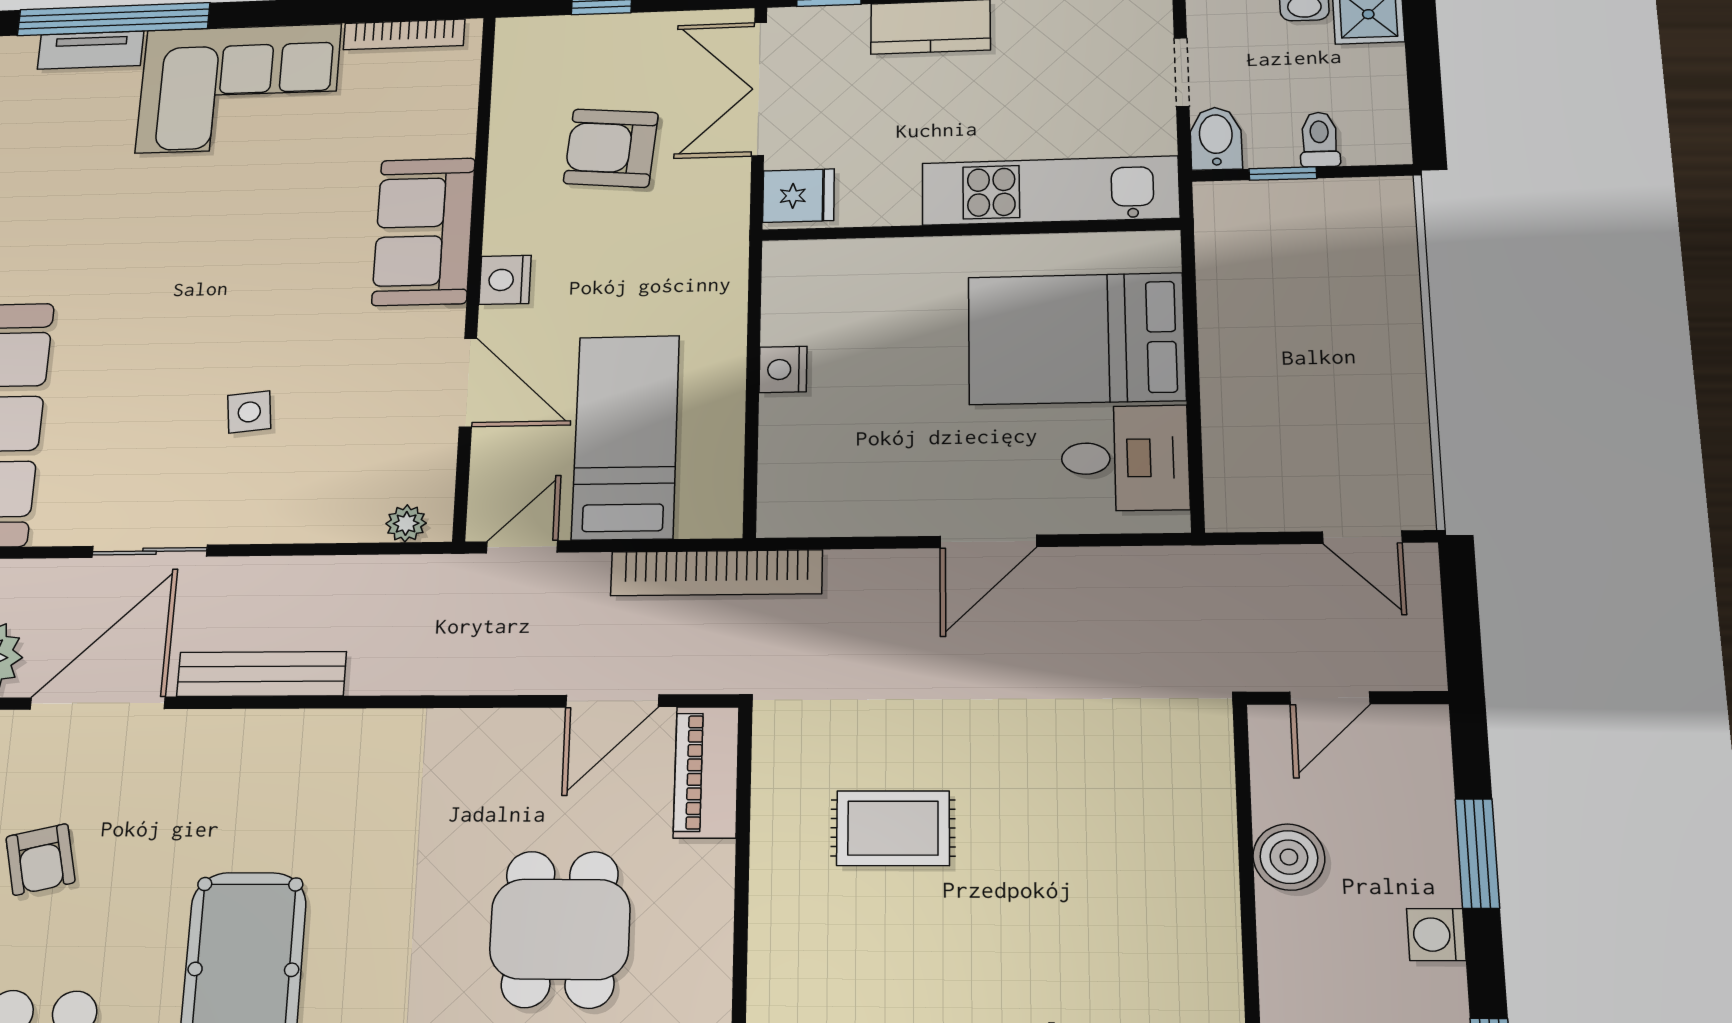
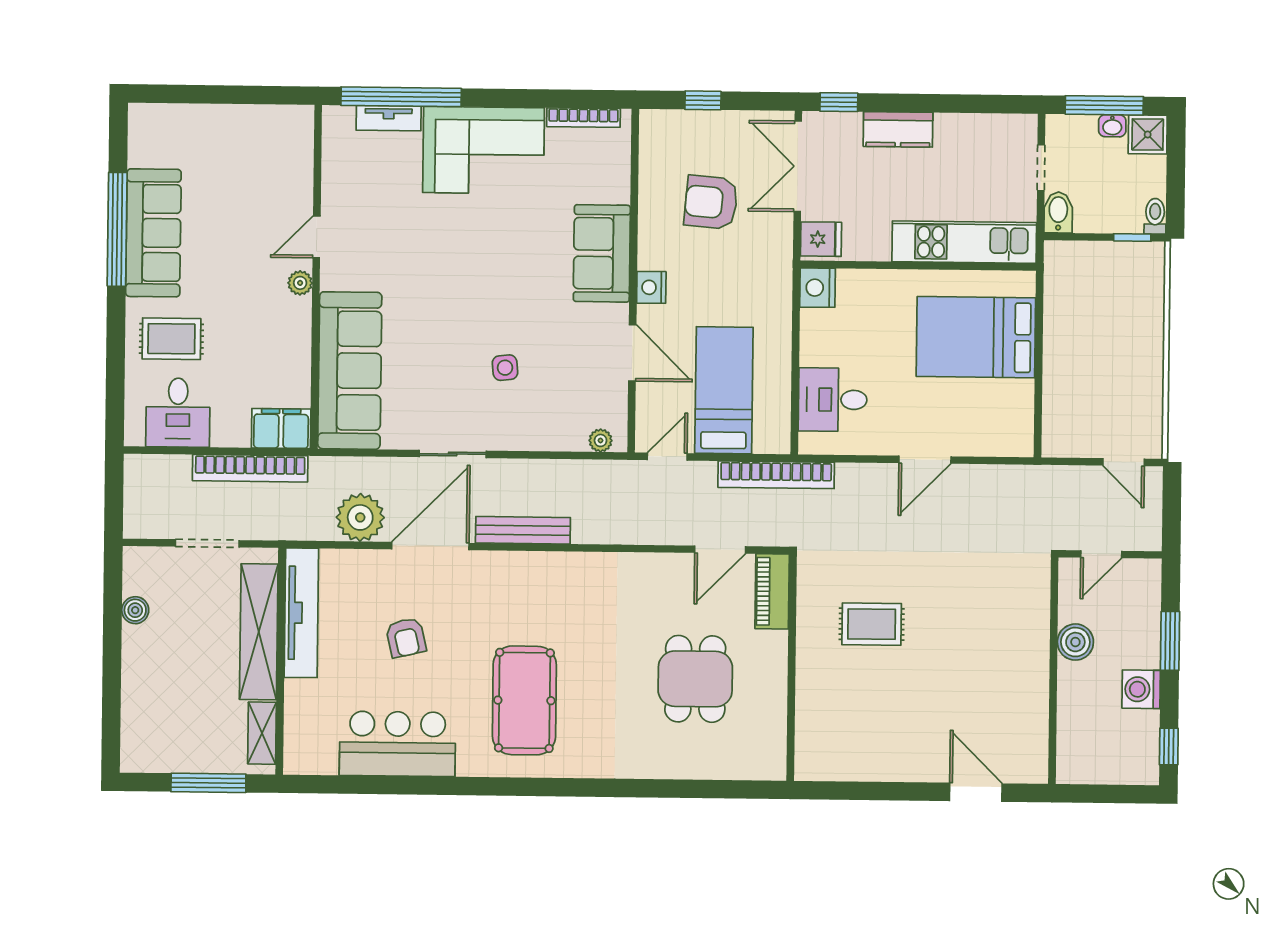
toilet: (1320, 139) -> (1155, 216), moved
window: (1283, 174) -> (1132, 237), moved
nightstand: (783, 369) -> (818, 288), moved, width x1.36, depth x1.33
desk: (1125, 458) -> (833, 400), moved, turned 180
washing machine: (1436, 935) -> (1141, 689), width x1.38, depth x1.38

